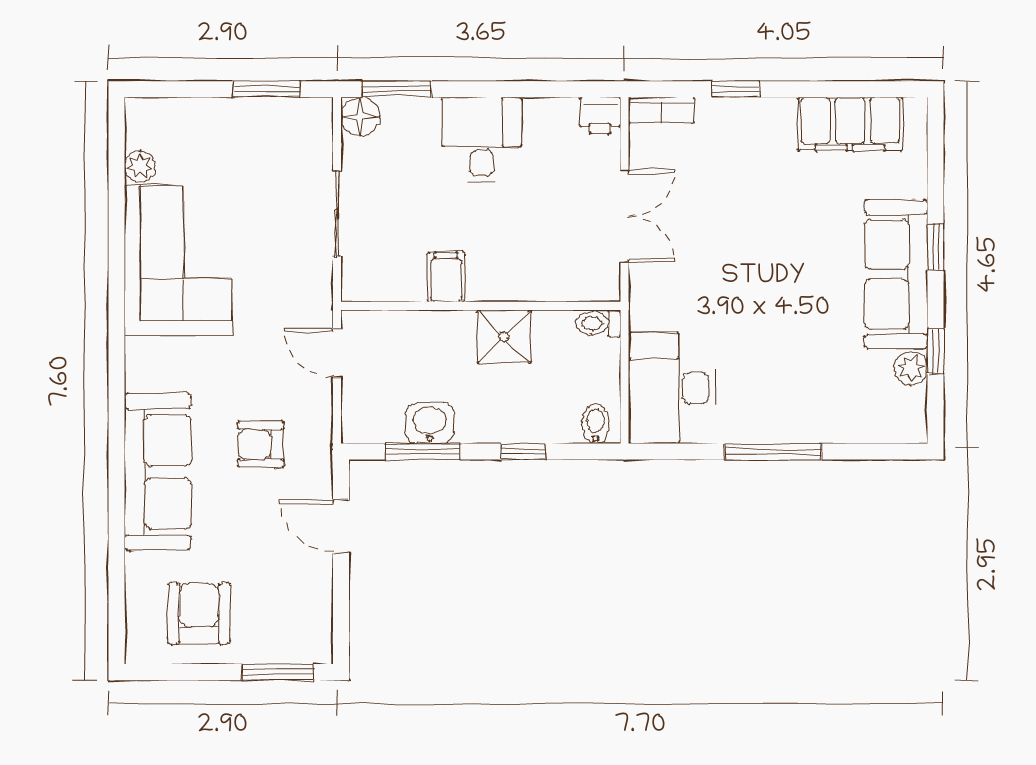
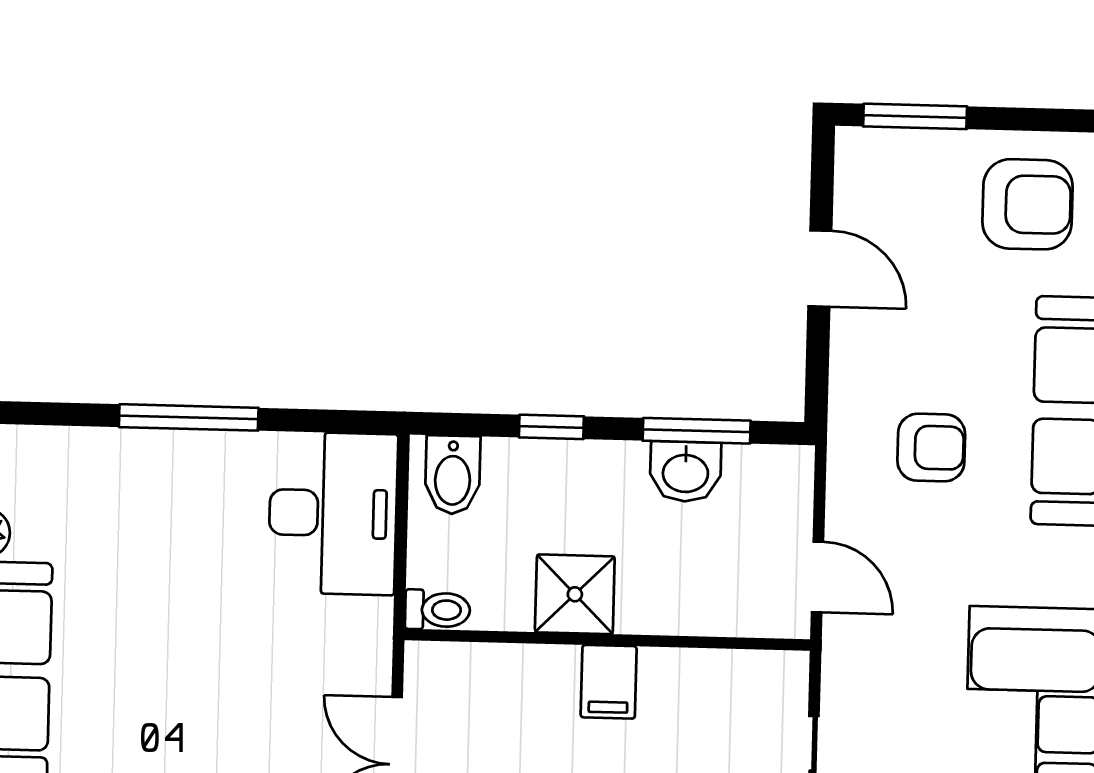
filing cabinet: (446, 277) -> (609, 682), moved
bidet: (595, 424) -> (453, 475), width x1.38, depth x1.36
door: (341, 526) -> (820, 269), moved
armchair: (199, 614) -> (1027, 204), turned -90

